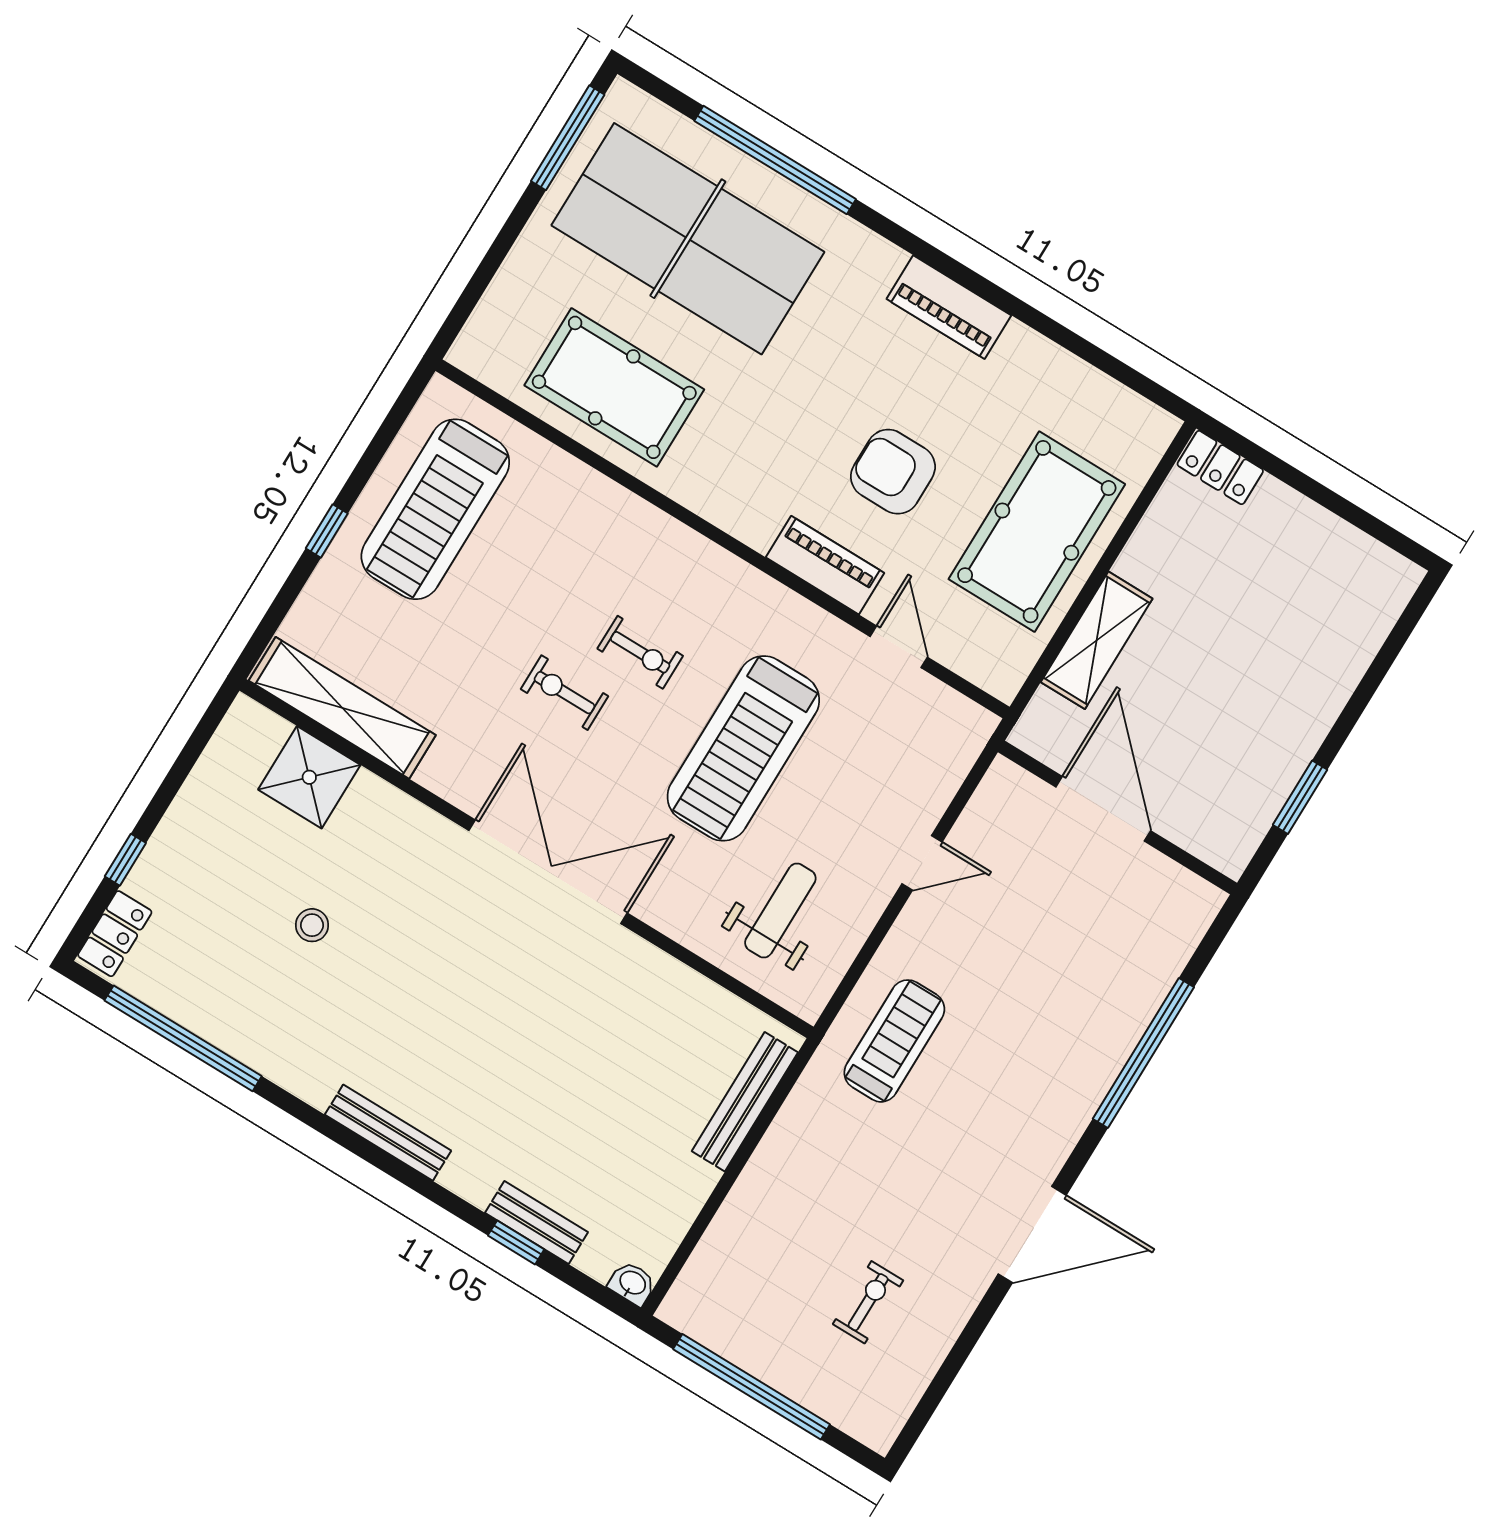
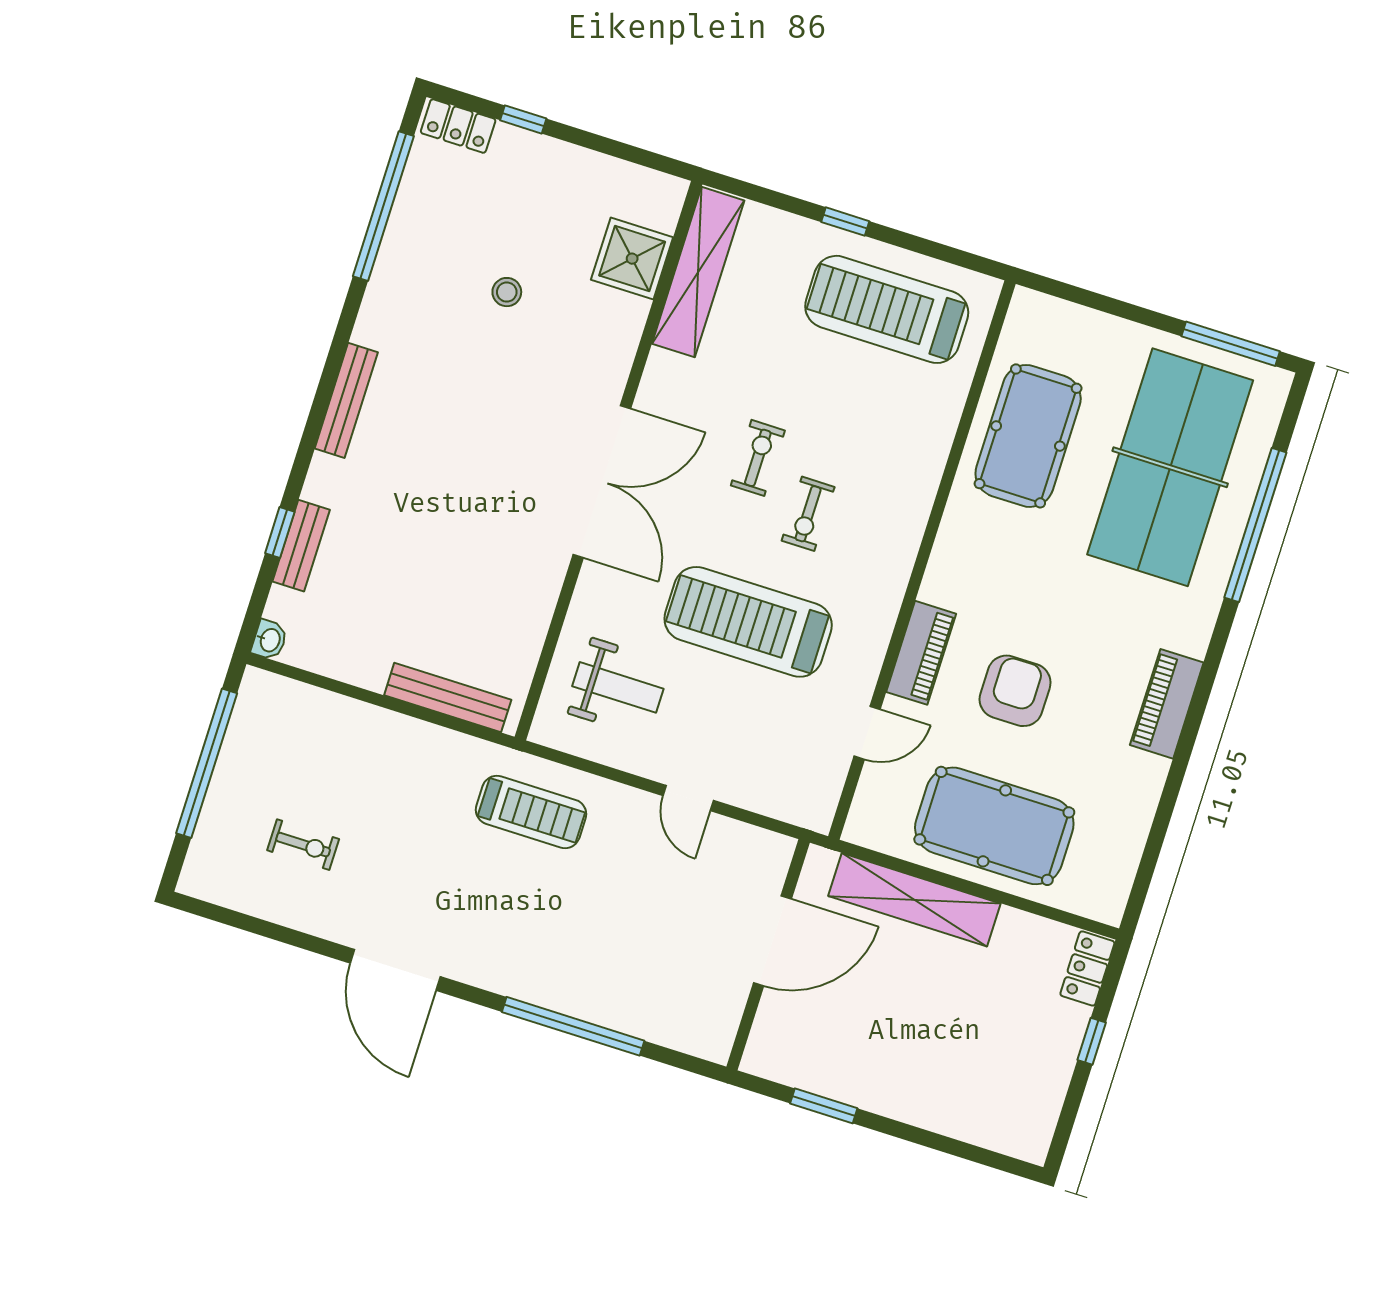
window: (1302, 483) -> (1092, 1041), added
shelving: (1097, 640) -> (914, 900), width x1.47

